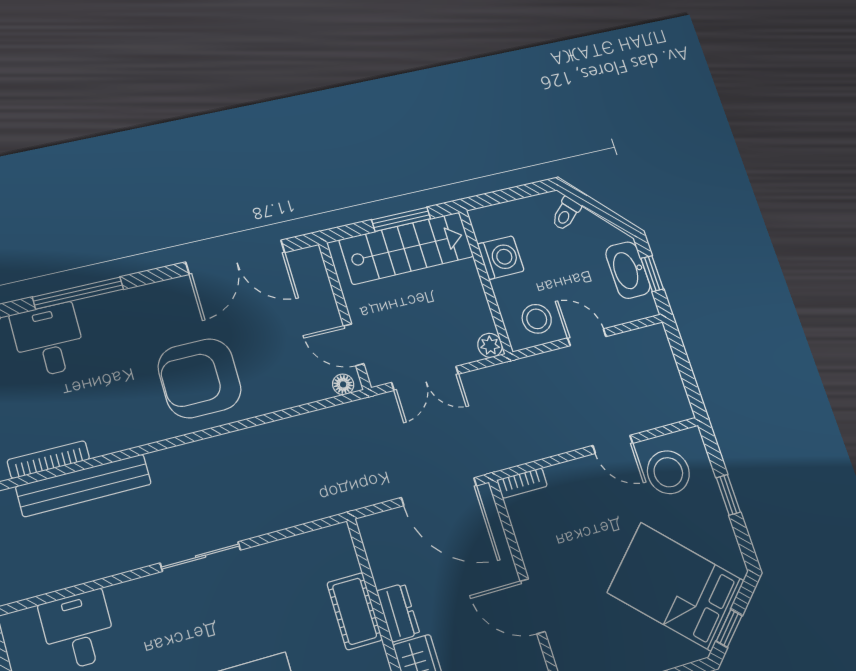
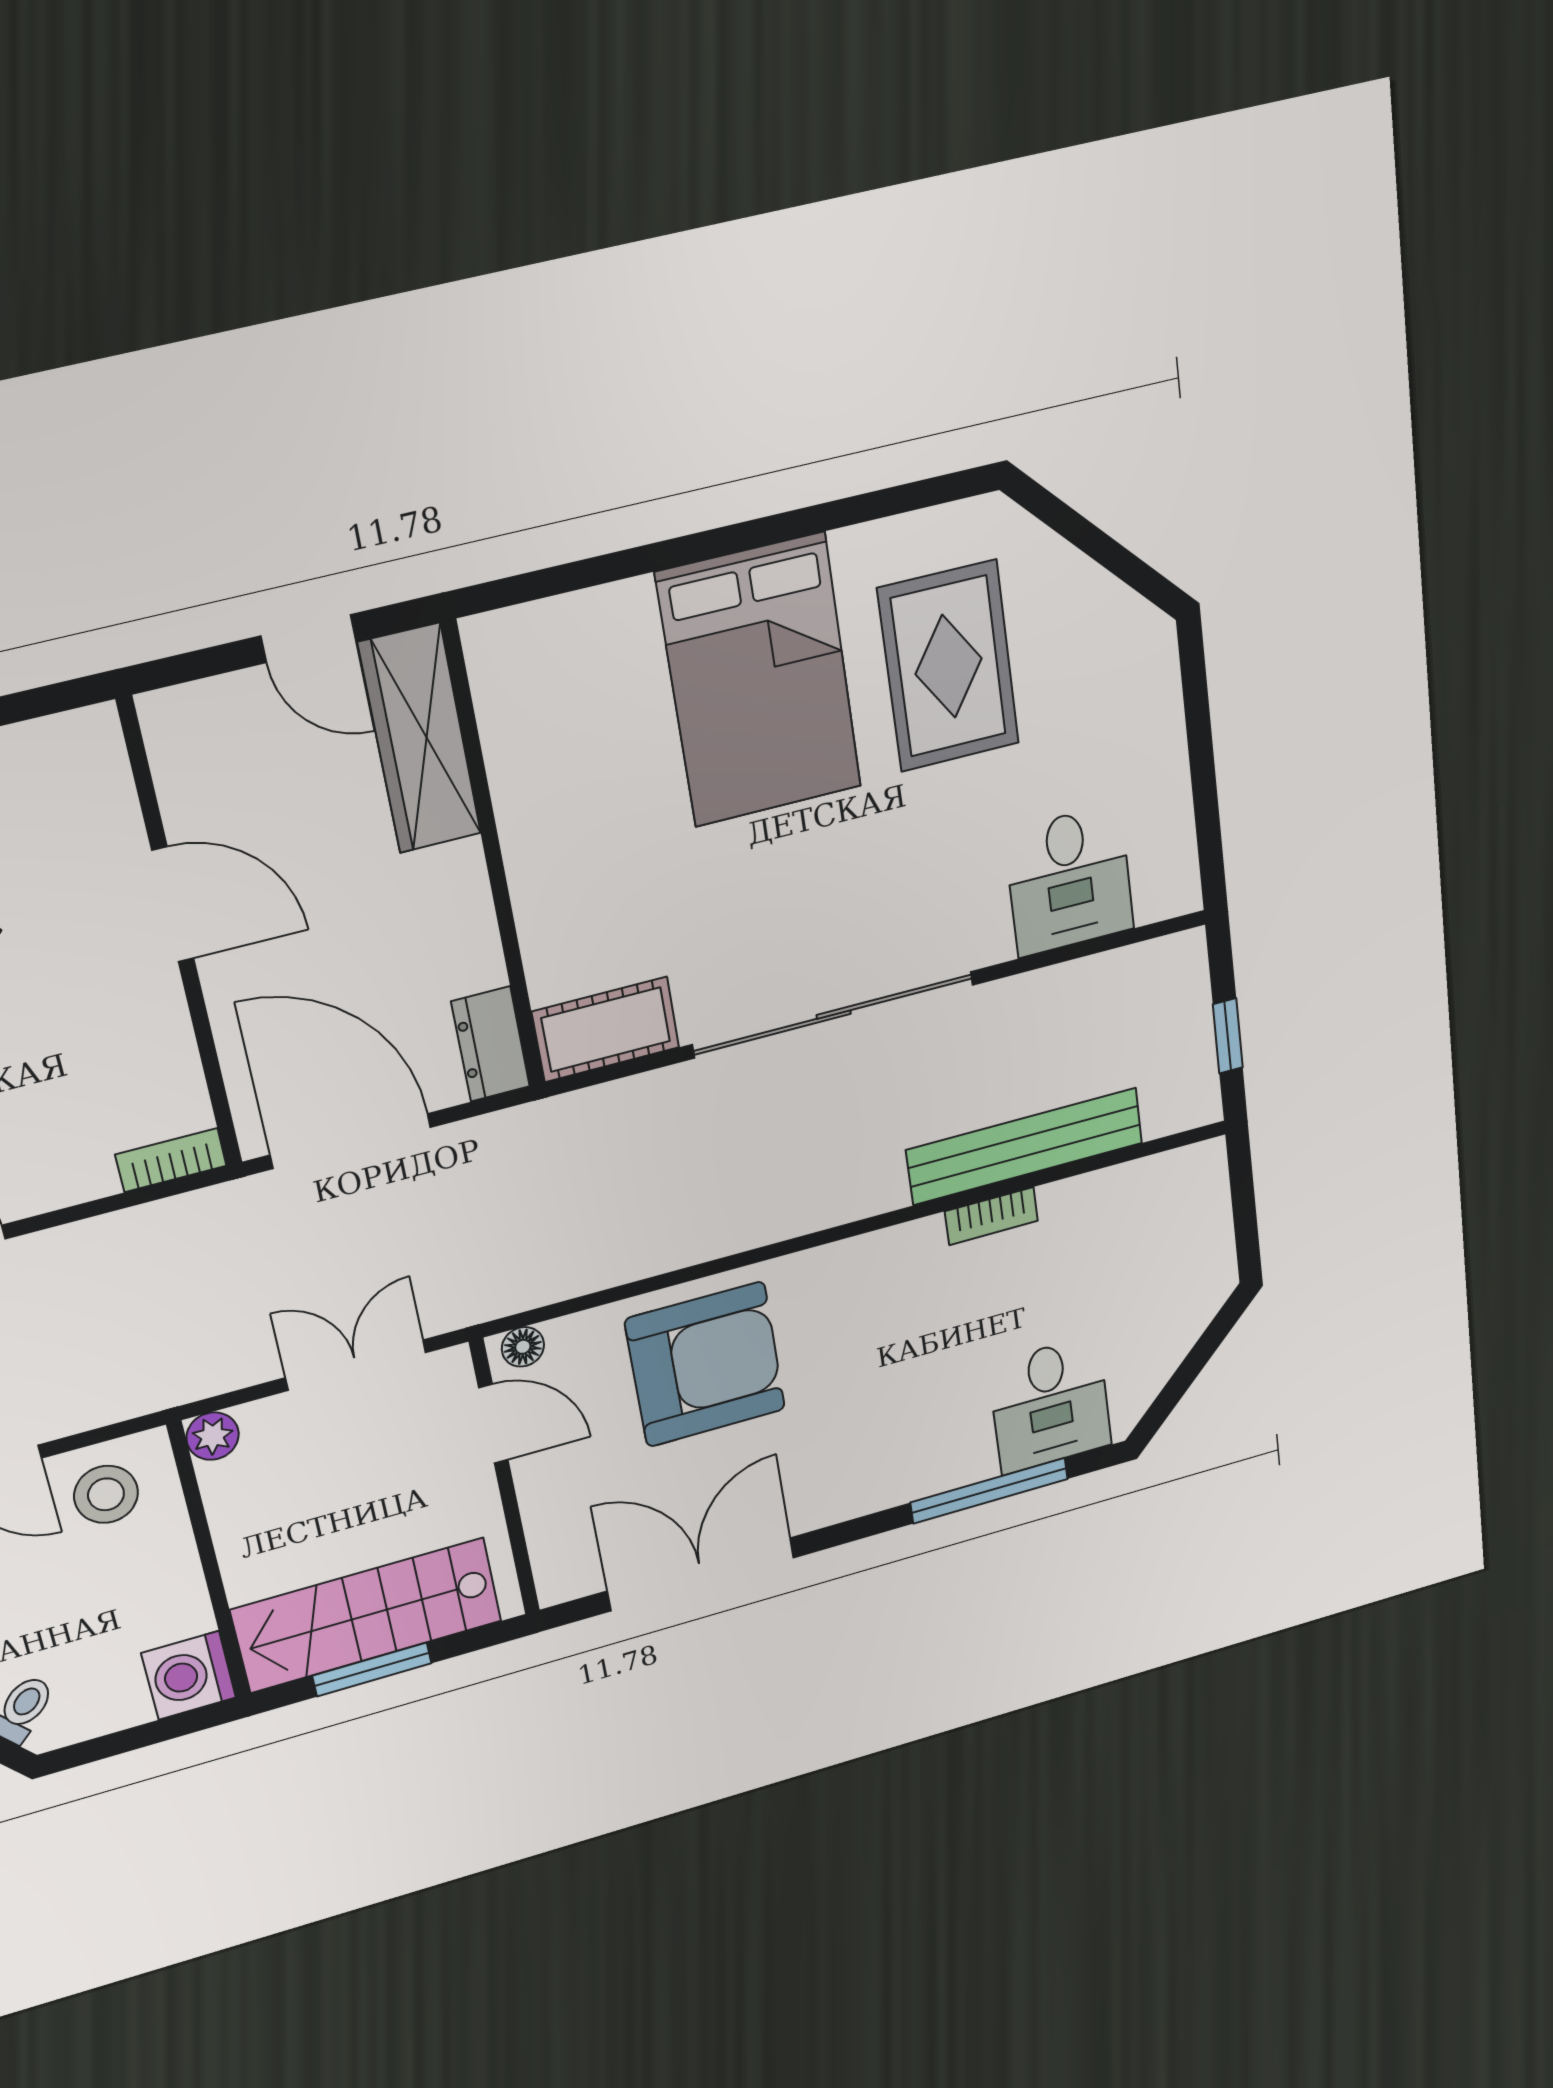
washing machine: (501, 258) -> (189, 1675), moved
armchair: (200, 378) -> (705, 1365), moved
bookcase: (48, 460) -> (991, 1216), moved, width x0.64
sliding door: (201, 556) -> (834, 1014), width x1.86
cot: (355, 611) -> (606, 1029), moved, turned 90
dresser: (398, 613) -> (491, 1044), moved

